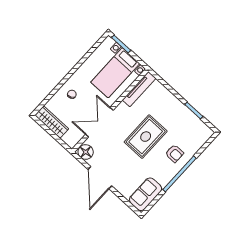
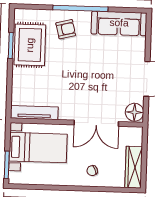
rug: (146, 137) -> (30, 45), moved, turned 90
armchair: (174, 154) -> (66, 29), turned 76
sofa: (146, 194) -> (119, 23), width x1.36

